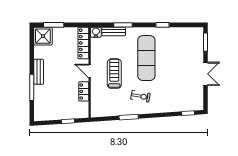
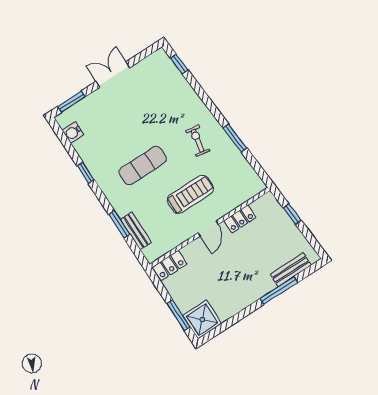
water cooler: (96, 32) -> (73, 133), moved
locker: (83, 43) -> (170, 266), width x0.66
exercise mat: (146, 58) -> (143, 165), width x0.73, depth x0.69
bench: (39, 72) -> (291, 270), moved
treadmill: (114, 74) -> (190, 194), turned 180

